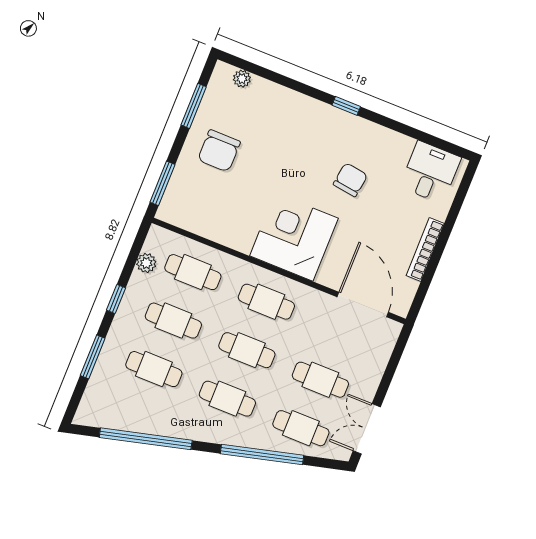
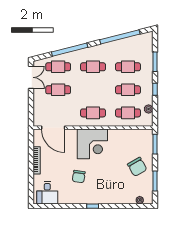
chair: (219, 151) -> (137, 167), turned 150
cafe table: (247, 350) -> (93, 90), removed

